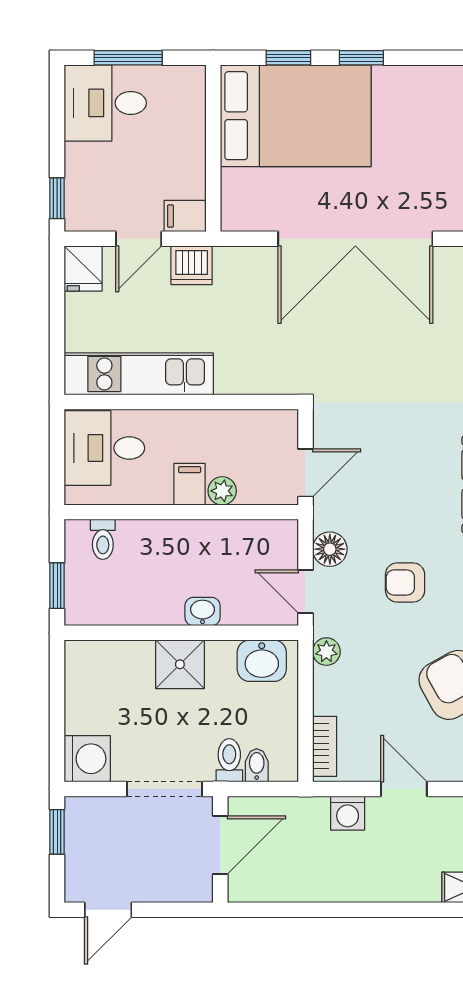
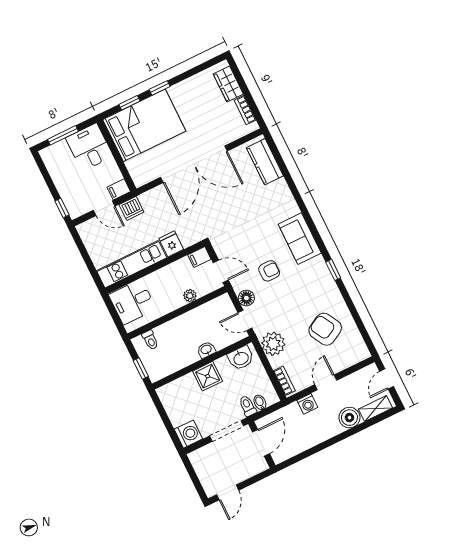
desk: (105, 103) -> (89, 147), moved, turned 90
door: (139, 239) -> (104, 208), hinge flipped
fridge: (83, 269) -> (171, 244), moved, turned 180
door: (305, 473) -> (221, 271), hinge flipped
filing cabinet: (190, 484) -> (199, 257), moved, turned -90
armchair: (405, 583) -> (269, 271), moved, turned 180
plant: (326, 652) -> (273, 344), width x1.87, depth x1.87
door: (404, 789) -> (326, 382), hinge flipped
window: (57, 832) -> (191, 471), removed
boiler: (417, 880) -> (349, 418), added

